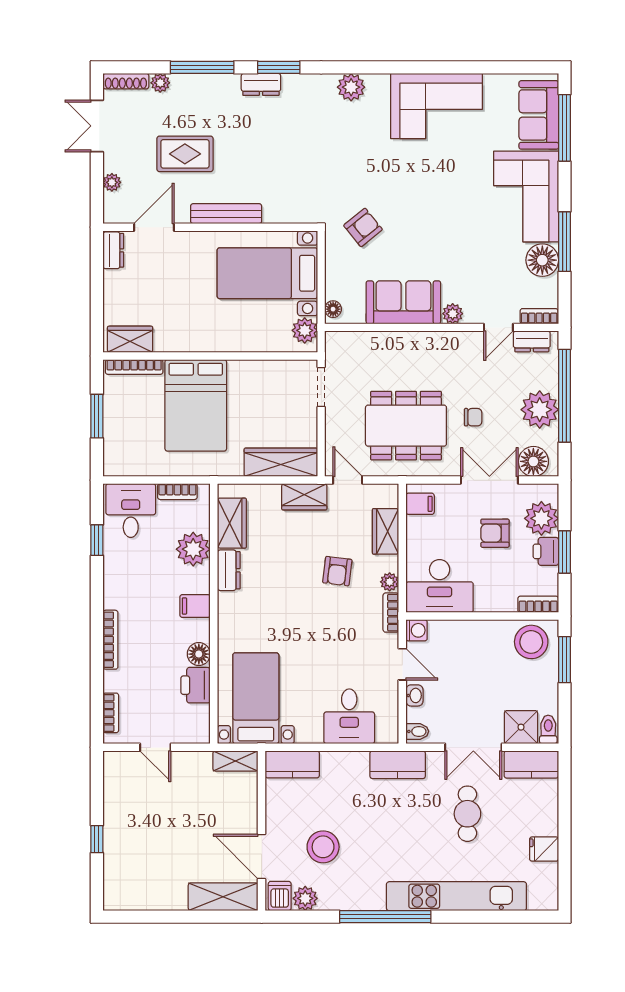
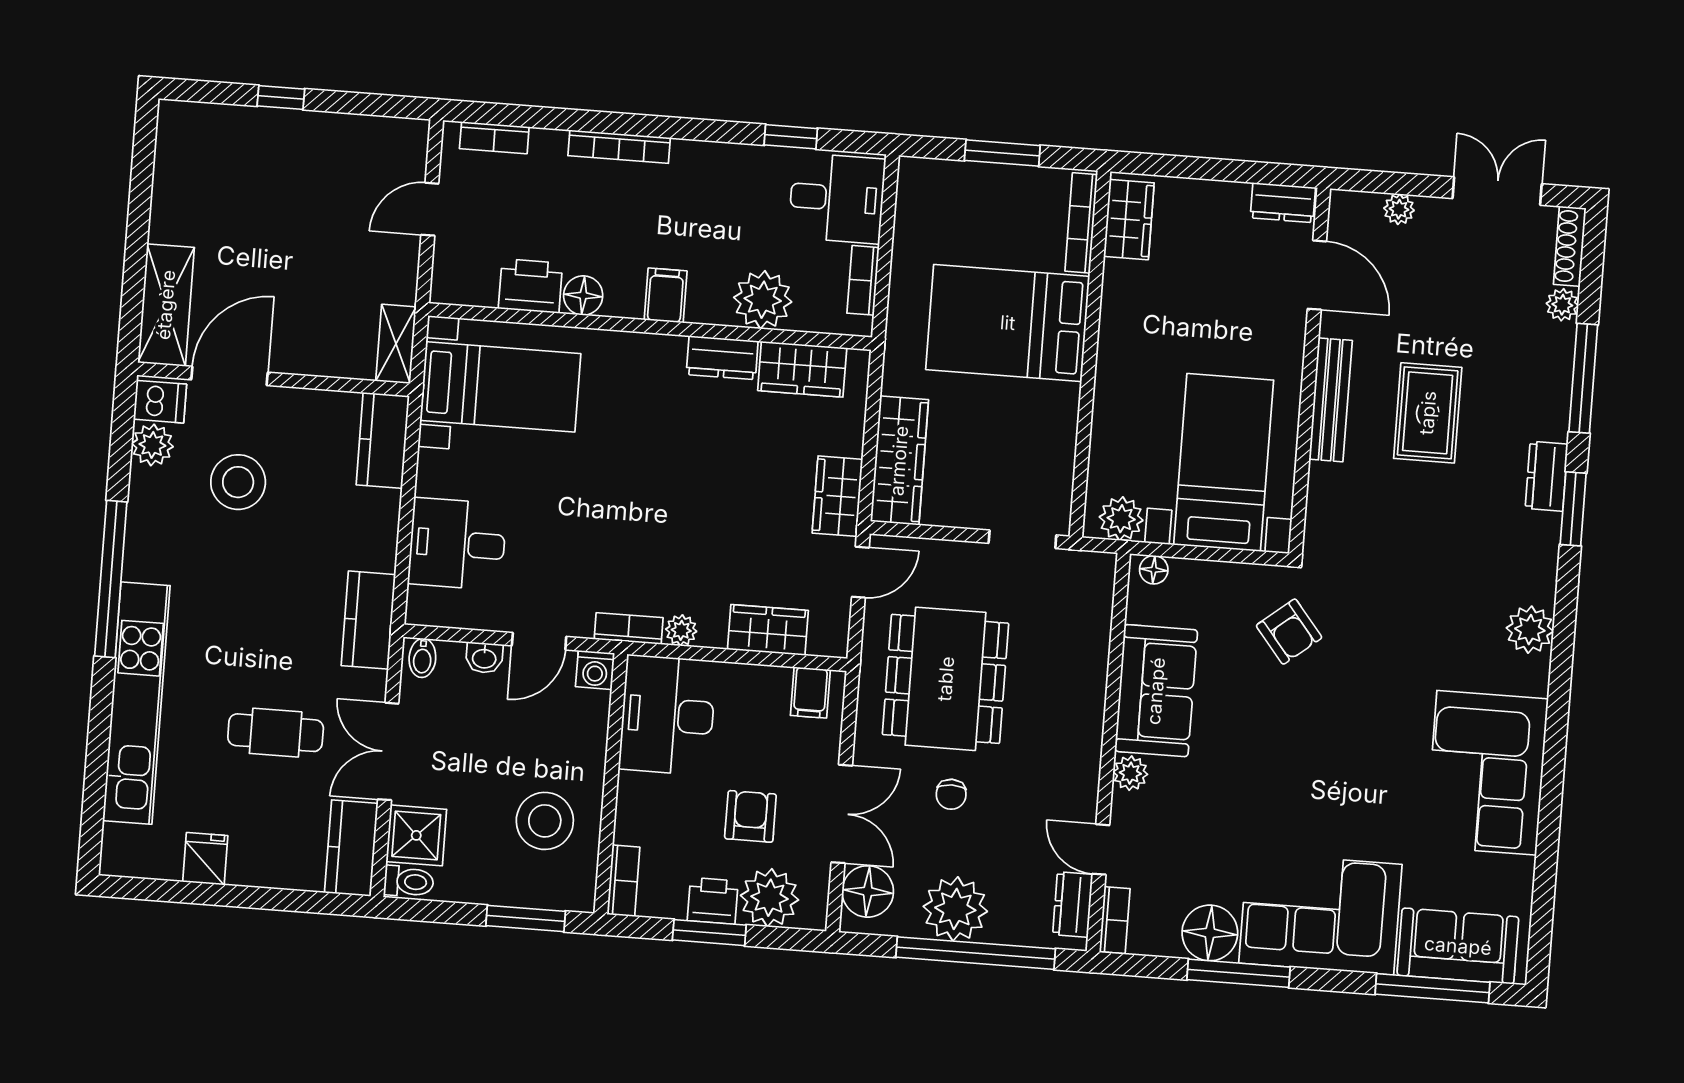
rug: (185, 154) -> (1428, 413), moved
armchair: (337, 571) -> (706, 543), removed
stool: (531, 642) -> (545, 821), moved

